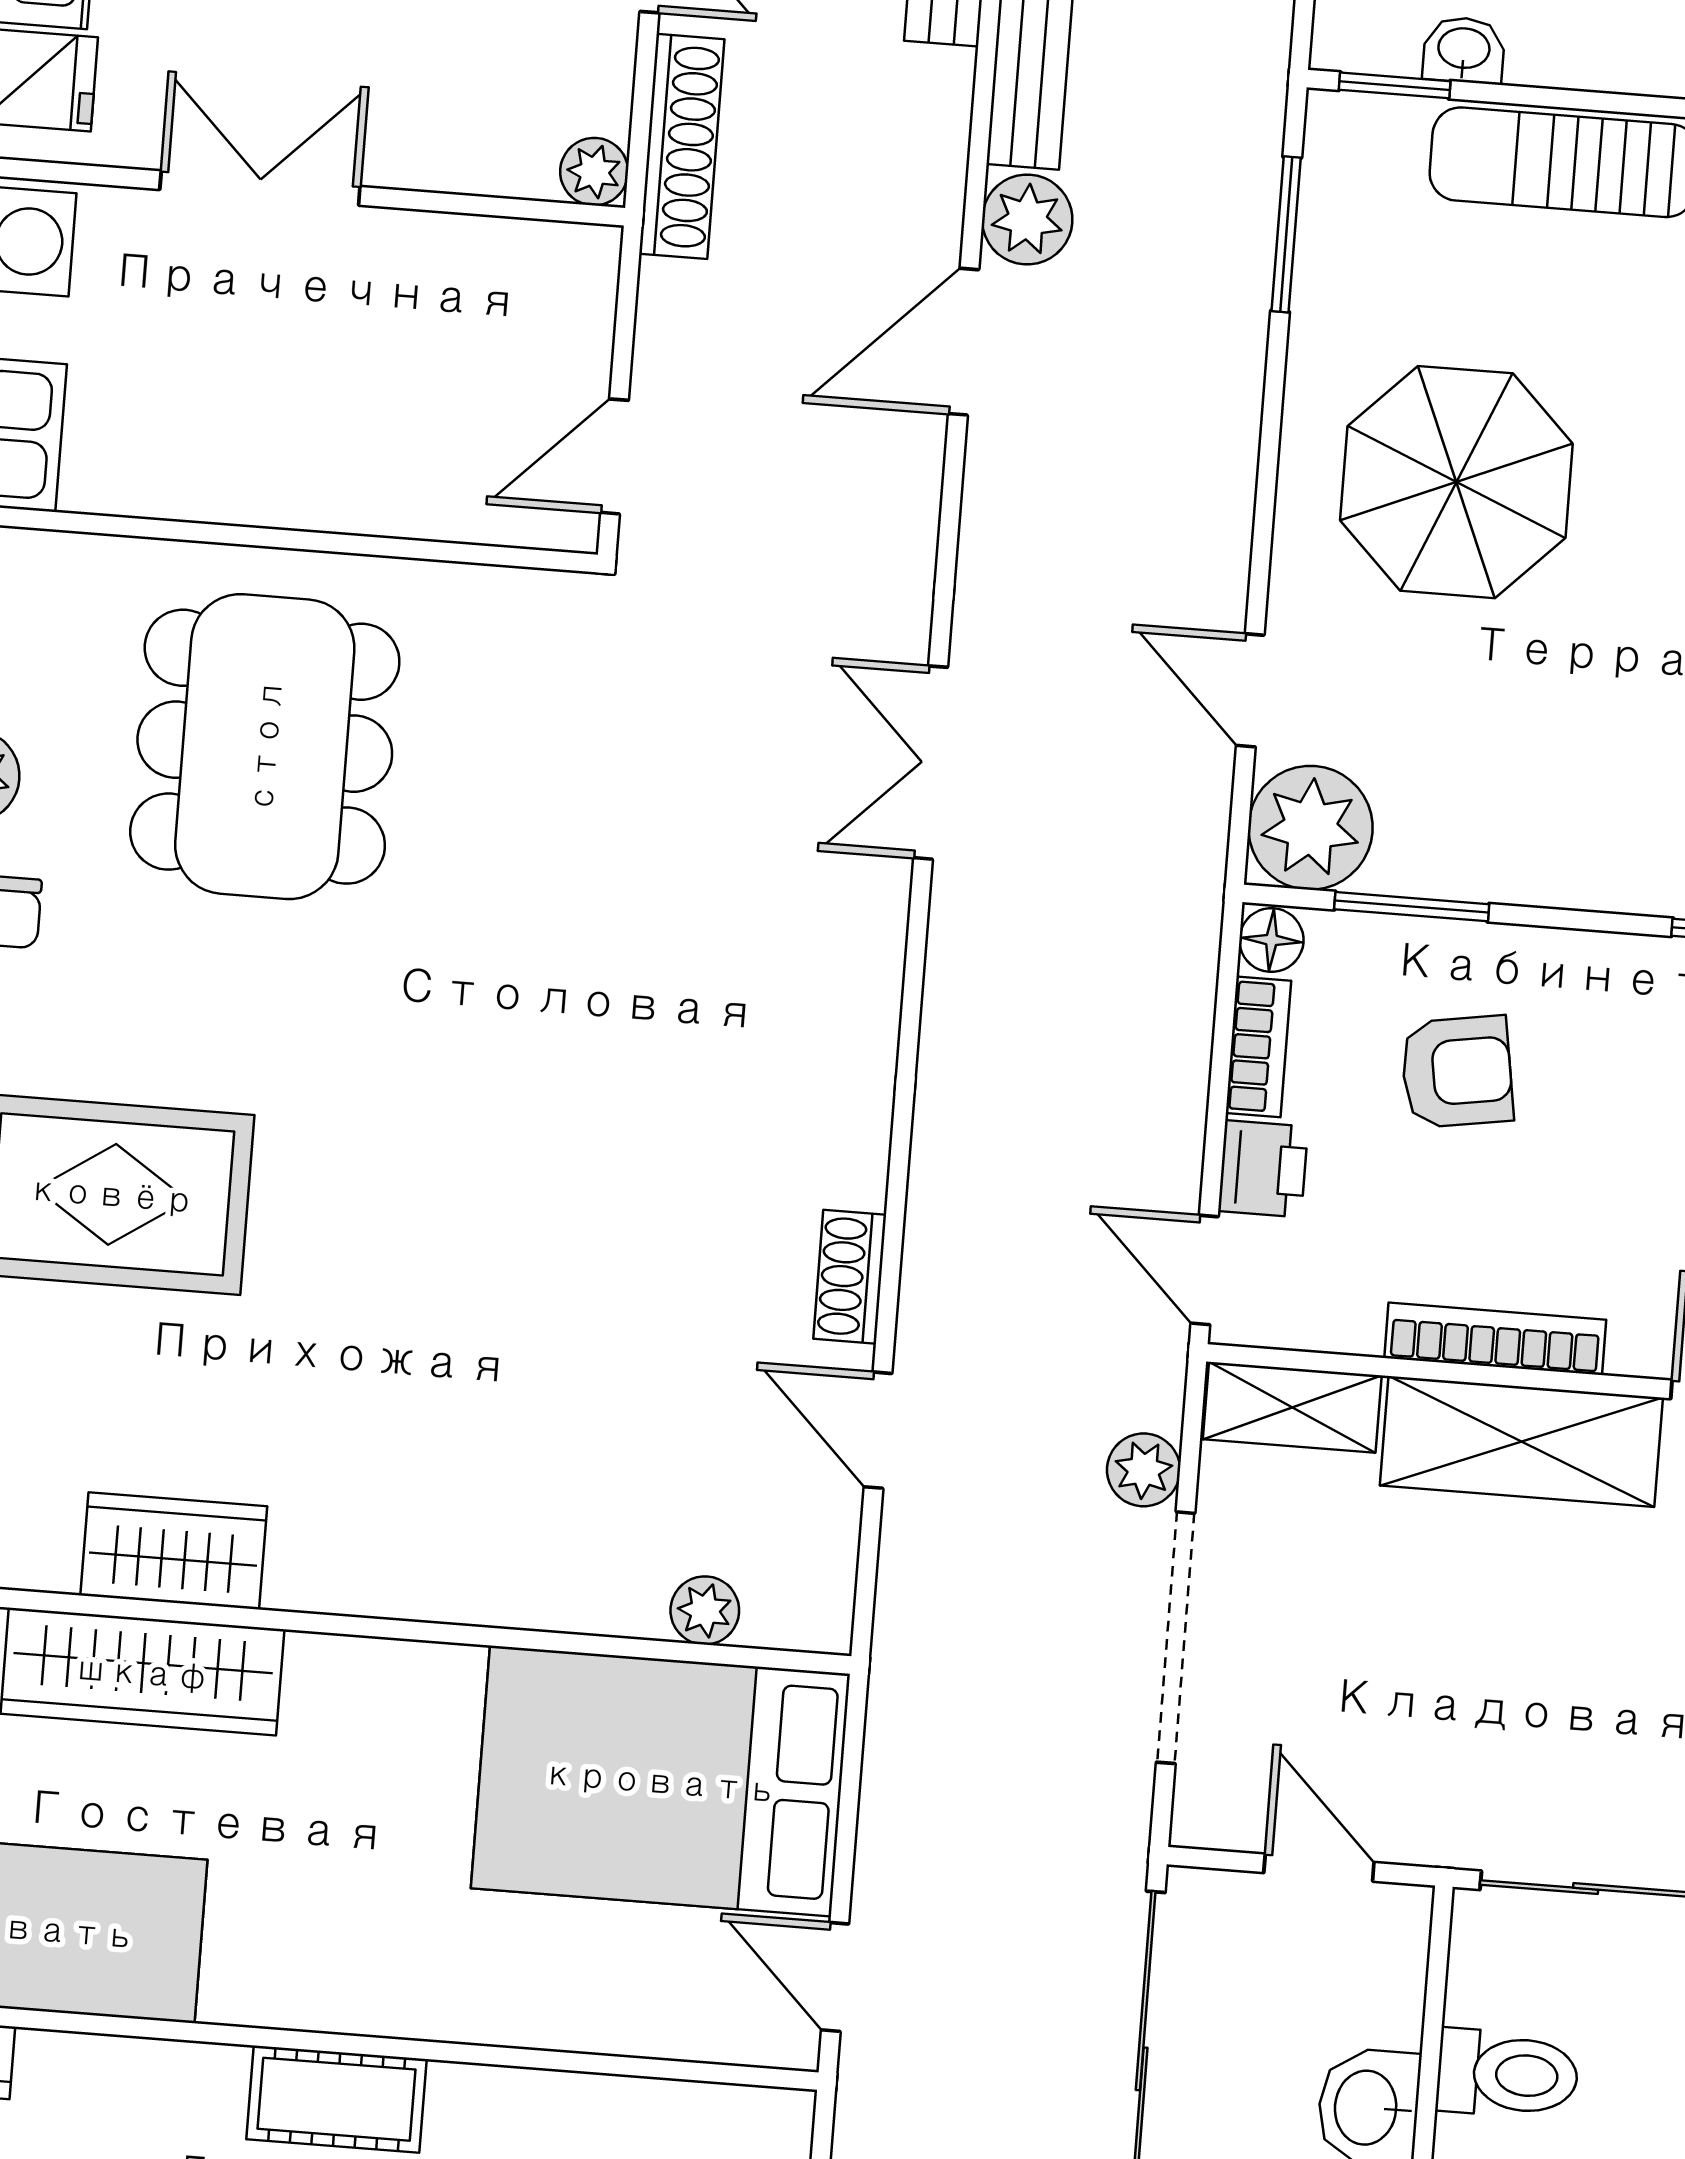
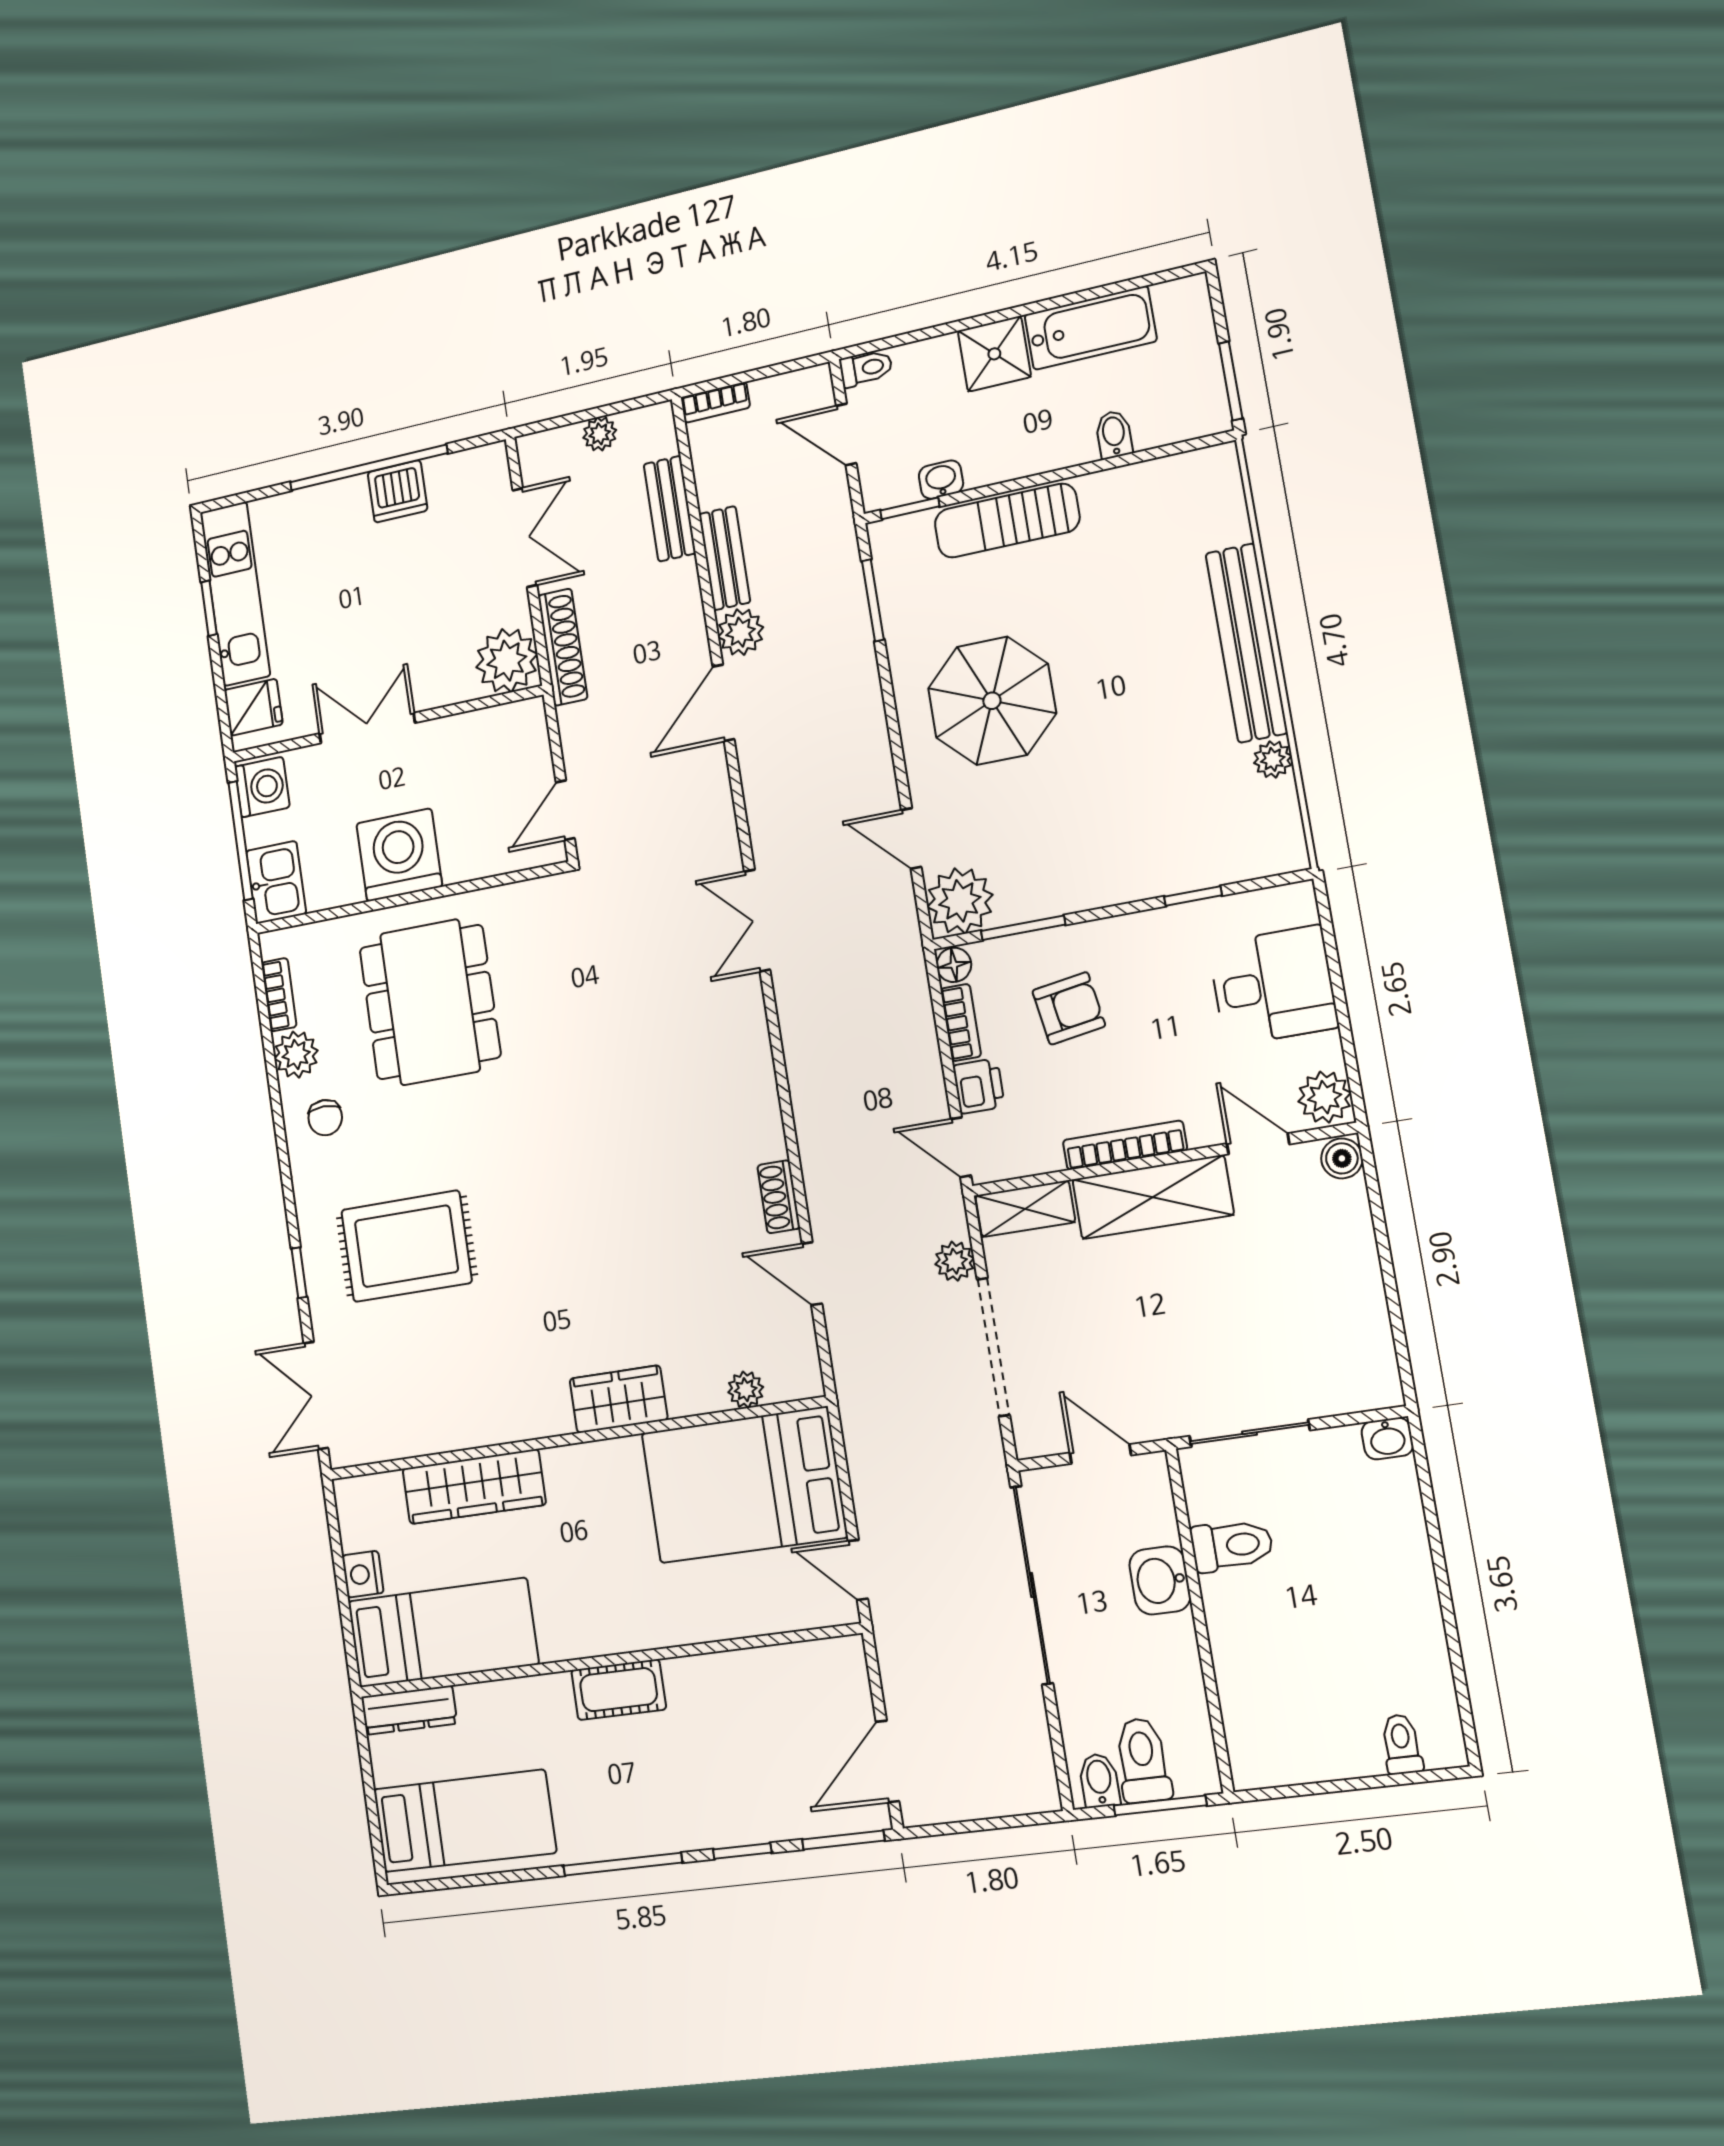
plant: (594, 172) -> (507, 661), width x1.88, depth x1.88
washing machine: (268, 450) -> (399, 855), added
wardrobe: (174, 1551) -> (619, 1399), moved

